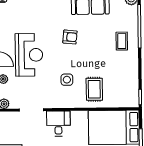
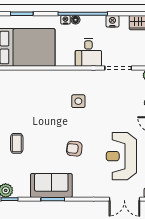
reception desk: (29, 55) -> (121, 156), moved
rug: (94, 89) -> (48, 90), removed

